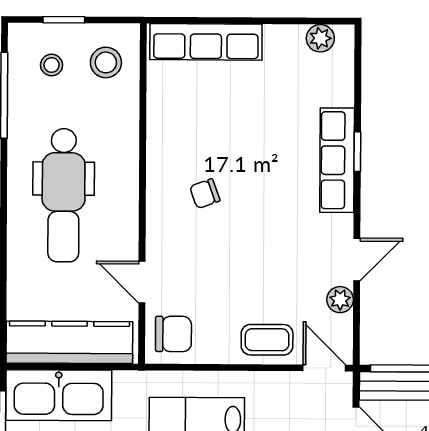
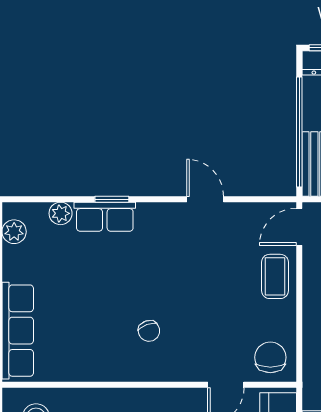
row of seats: (337, 160) -> (105, 217), width x0.68
plant: (340, 300) -> (61, 213), moved

